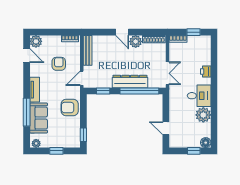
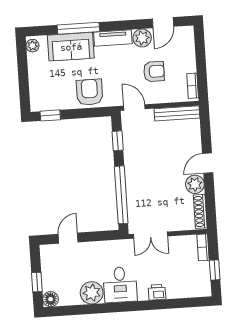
plant: (36, 41) -> (142, 38), moved
dresser: (130, 81) -> (134, 180), removed
window: (56, 151) -> (23, 77), removed

